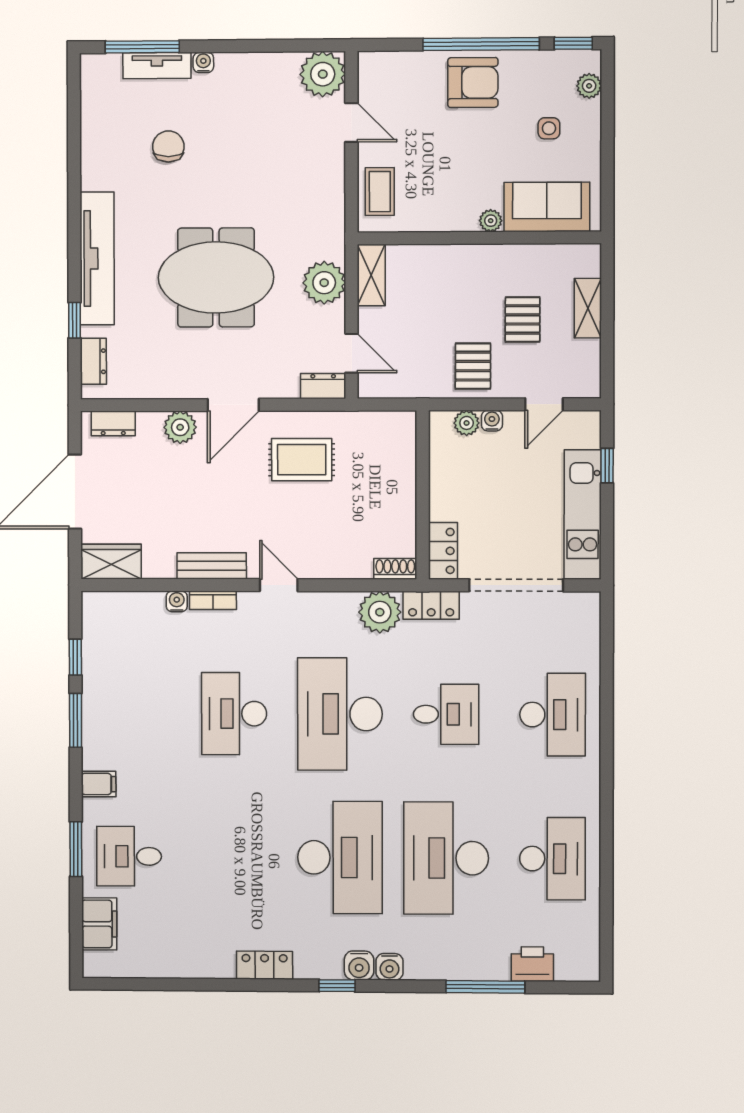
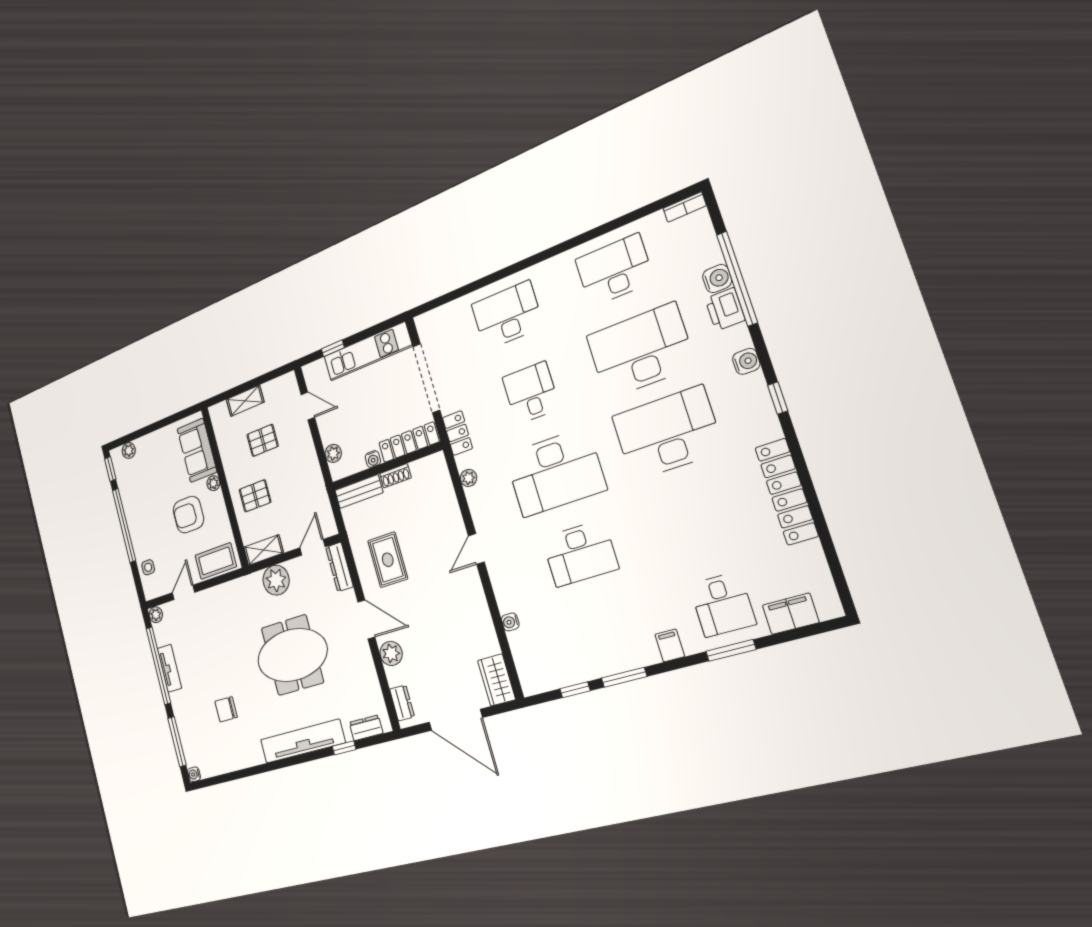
window: (259, 46) -> (158, 666), added
water cooler: (203, 62) -> (194, 774), moved
tv unit: (157, 66) -> (170, 668), moved
plant: (323, 74) -> (156, 615), width x0.53, depth x0.53
armchair: (473, 82) -> (188, 515), moved, turned -90
side table: (549, 128) -> (148, 567), moved
coffee table: (380, 192) -> (216, 561), width x1.36, depth x1.30
meeting table: (216, 277) -> (292, 655), turned 90
pallet: (473, 366) -> (255, 496), moved
dresser: (323, 386) -> (339, 567), width x1.44
water cooler: (492, 421) -> (373, 459), moved, turned -90
locker: (443, 551) -> (409, 442), width x1.53
bench: (212, 566) -> (359, 491), moved, turned 90
shoe rack: (395, 569) -> (395, 476), moved, turned -90
bookcase: (213, 600) -> (685, 207), moved, turned 90
plant: (380, 612) -> (468, 478), width x0.53, depth x0.53
desk: (446, 858) -> (640, 351), turned 180
printer: (532, 964) -> (725, 309), moved
locker: (265, 965) -> (787, 492), width x2.16, depth x1.21
water cooler: (359, 965) -> (717, 279), moved
window: (485, 987) -> (737, 279), width x1.46

